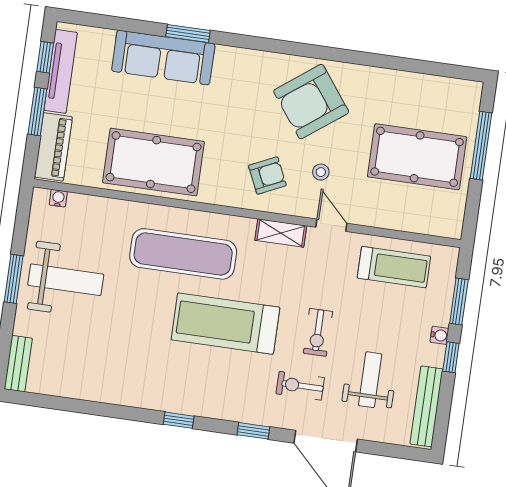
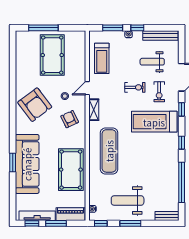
sofa: (163, 57) -> (27, 164), width x1.36, depth x1.27
window: (23, 212) -> (101, 223), added
treadmill: (394, 267) -> (102, 58), turned 180
weight bench: (66, 280) -> (128, 201), turned -90
treadmill: (225, 324) -> (154, 122), moved, turned 90
window: (89, 407) -> (182, 182), added

